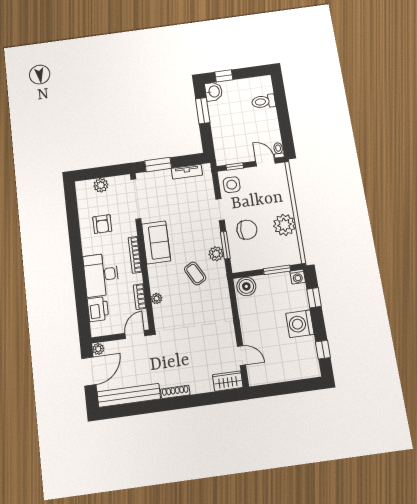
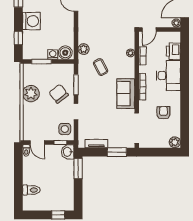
washbasin: (214, 92) -> (68, 152), moved
window: (203, 111) -> (78, 169), moved
plant: (101, 185) -> (175, 142), moved
chair: (247, 230) -> (59, 94), turned 52
plant: (216, 254) -> (84, 49), moved
washing machine: (298, 277) -> (53, 55), moved

